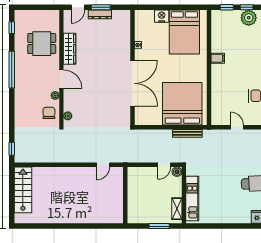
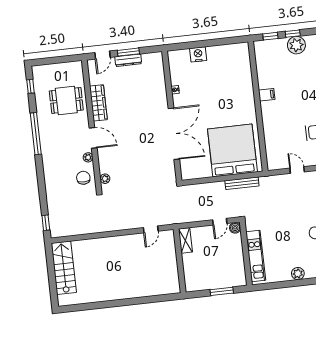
bed: (184, 32) -> (226, 69), removed
shelving: (177, 209) -> (185, 240), moved
plant: (227, 218) -> (298, 274), added

